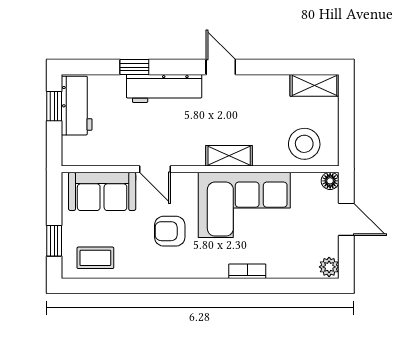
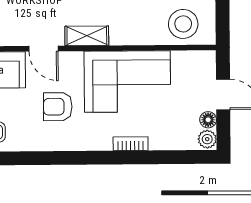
shelving: (229, 156) -> (87, 36), moved
floor lamp: (330, 181) -> (208, 120), moved

